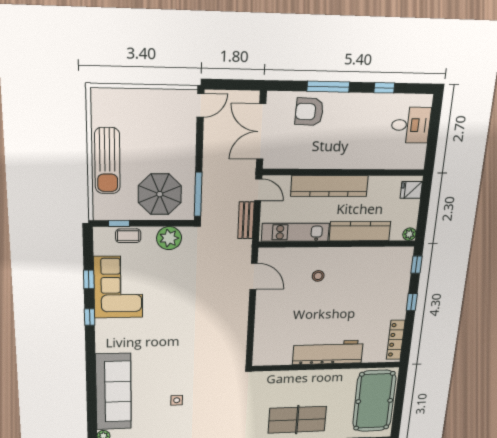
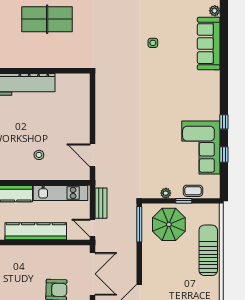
window: (119, 223) -> (184, 201), moved
plant: (169, 238) -> (166, 193), width x0.53, depth x0.53
sofa: (113, 392) -> (209, 44), width x0.74, depth x0.79

